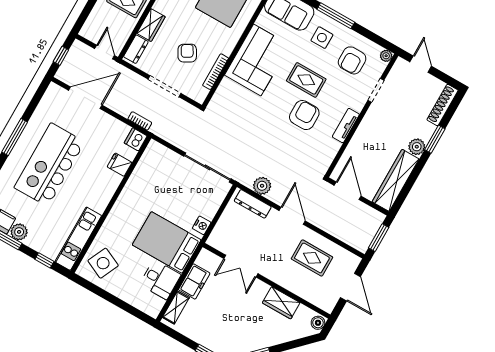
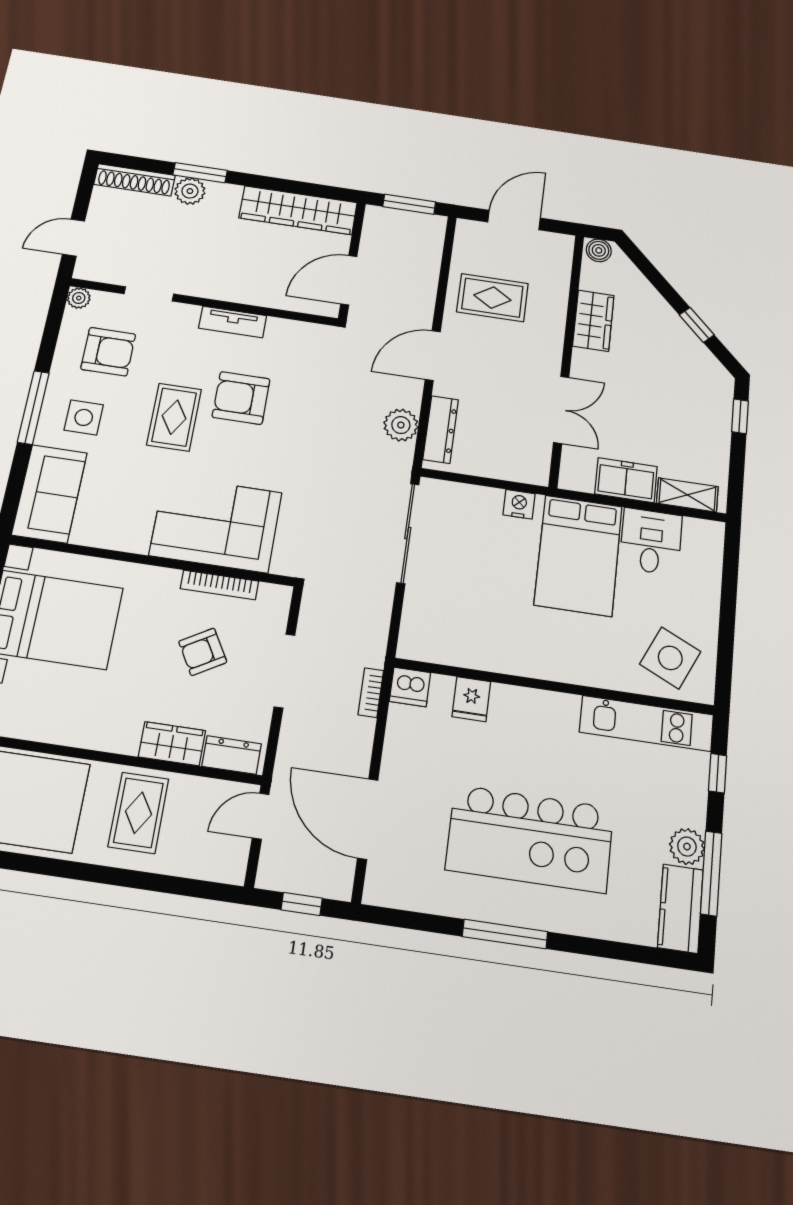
corner sofa: (257, 60) -> (216, 524), moved
plant: (417, 147) -> (190, 191), moved
rug: (312, 258) -> (492, 298), turned 90

